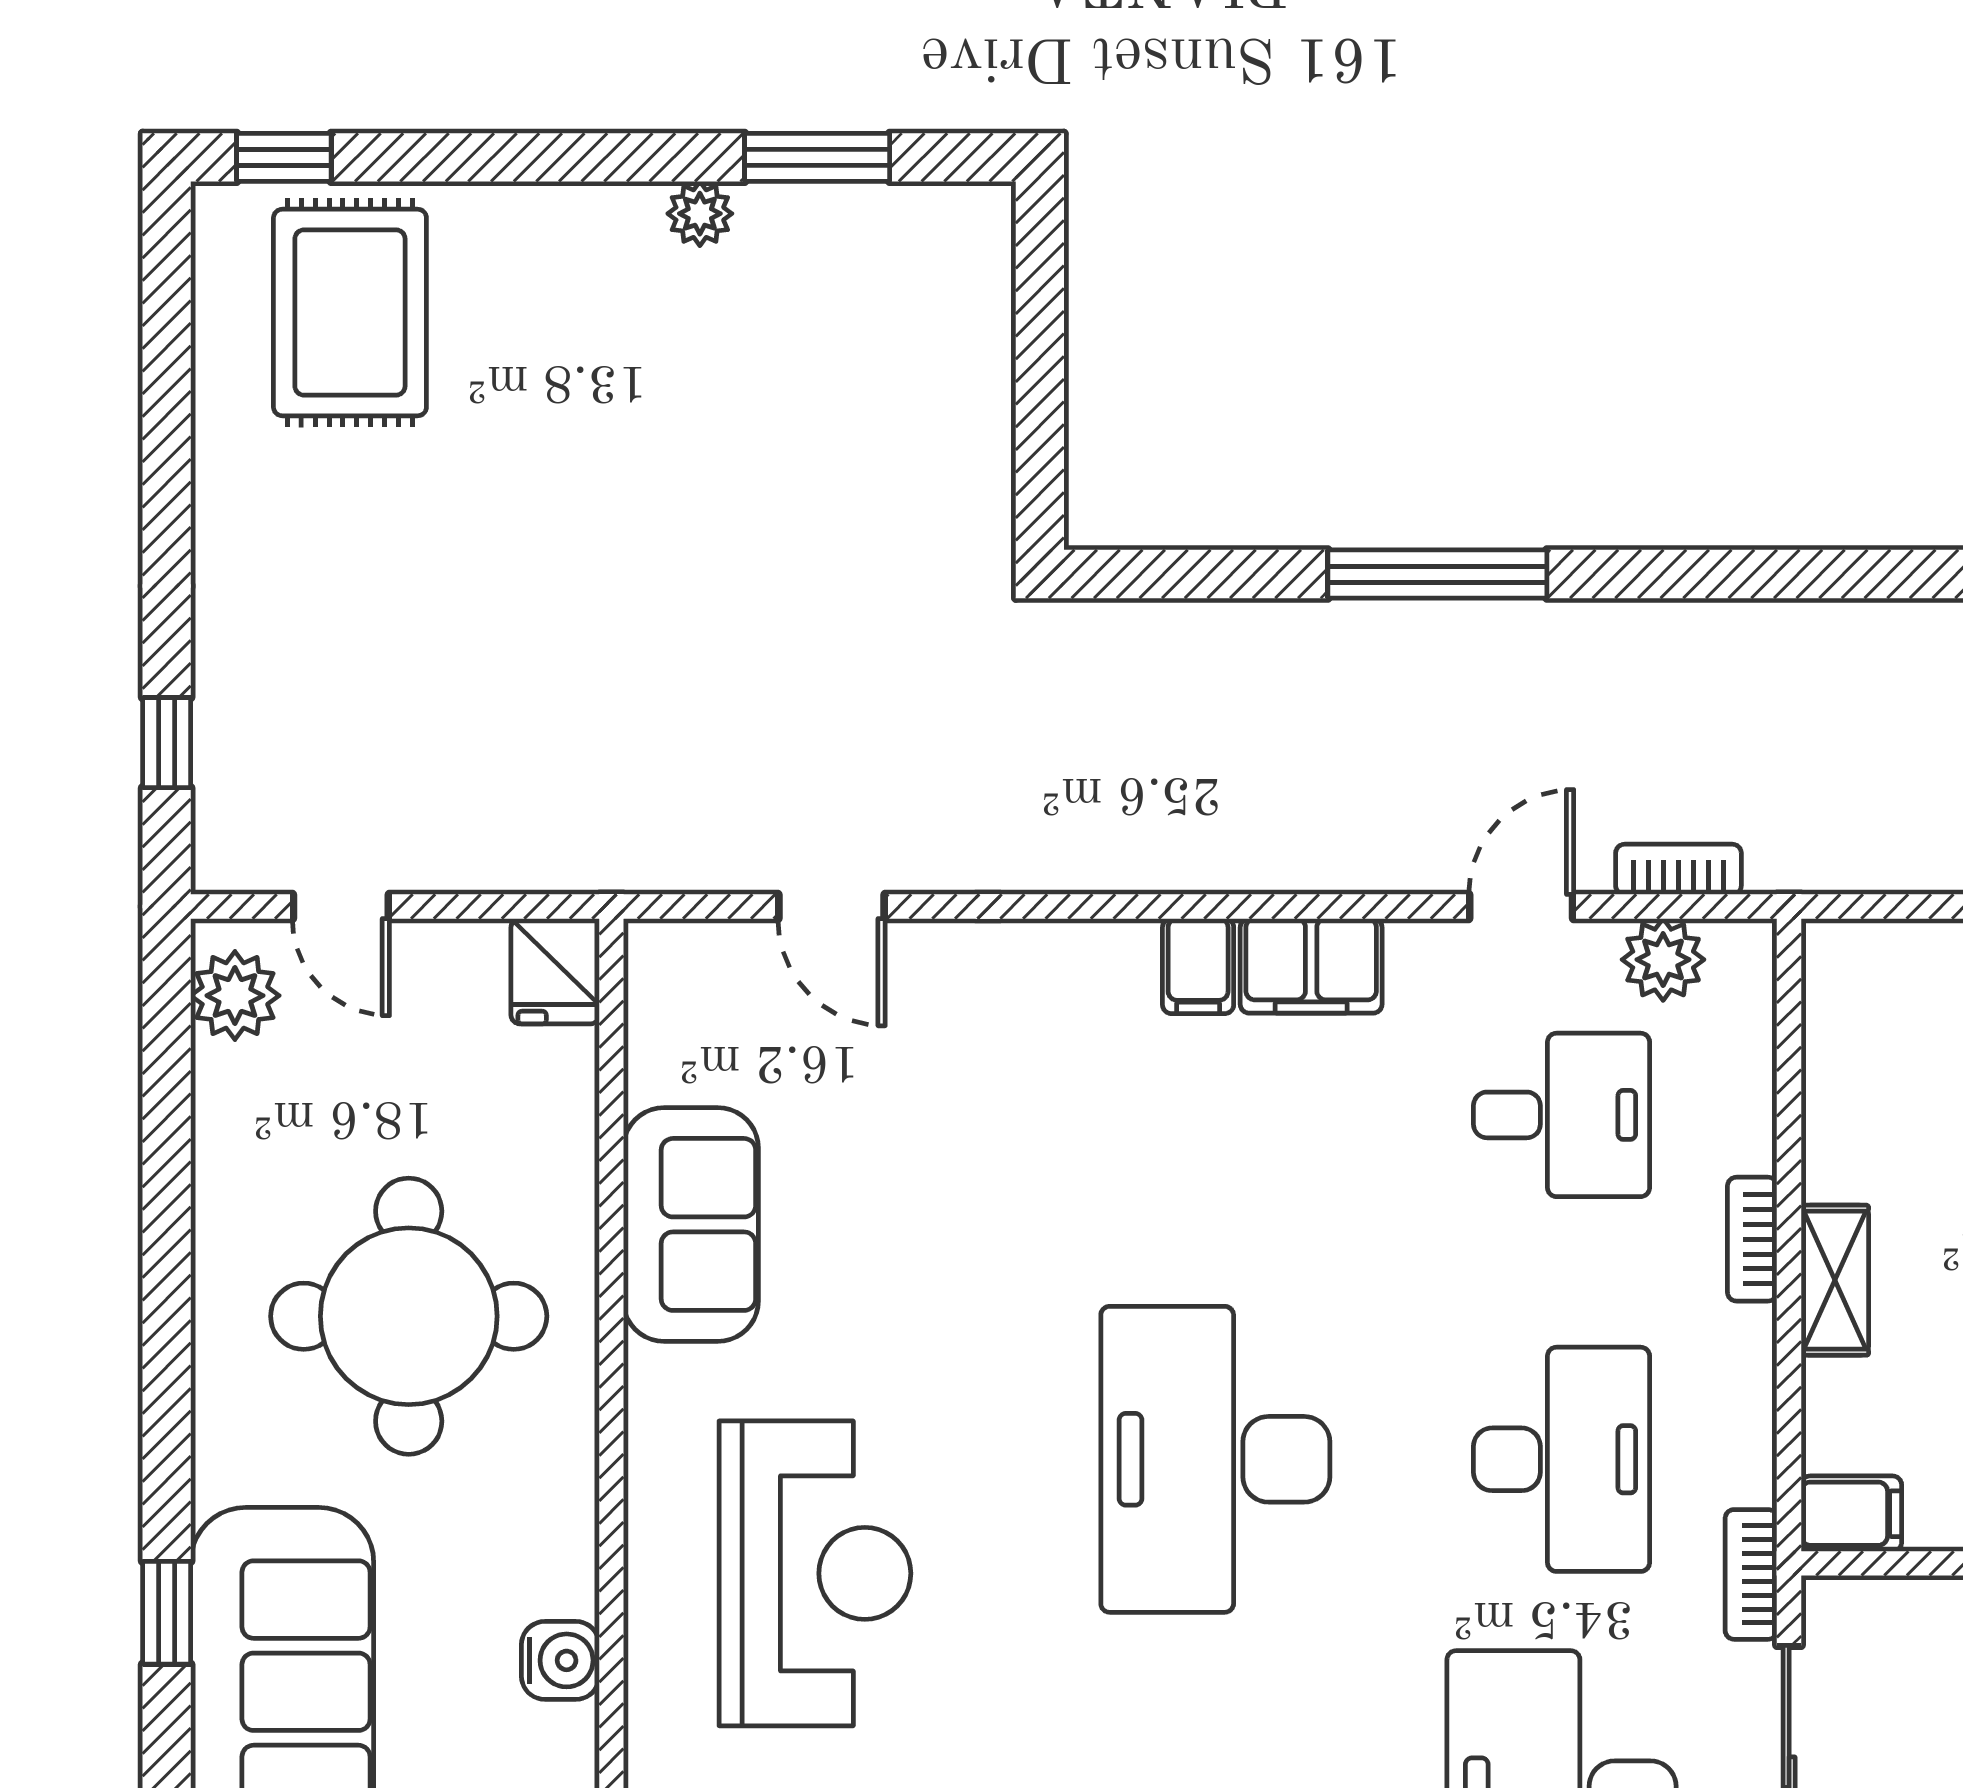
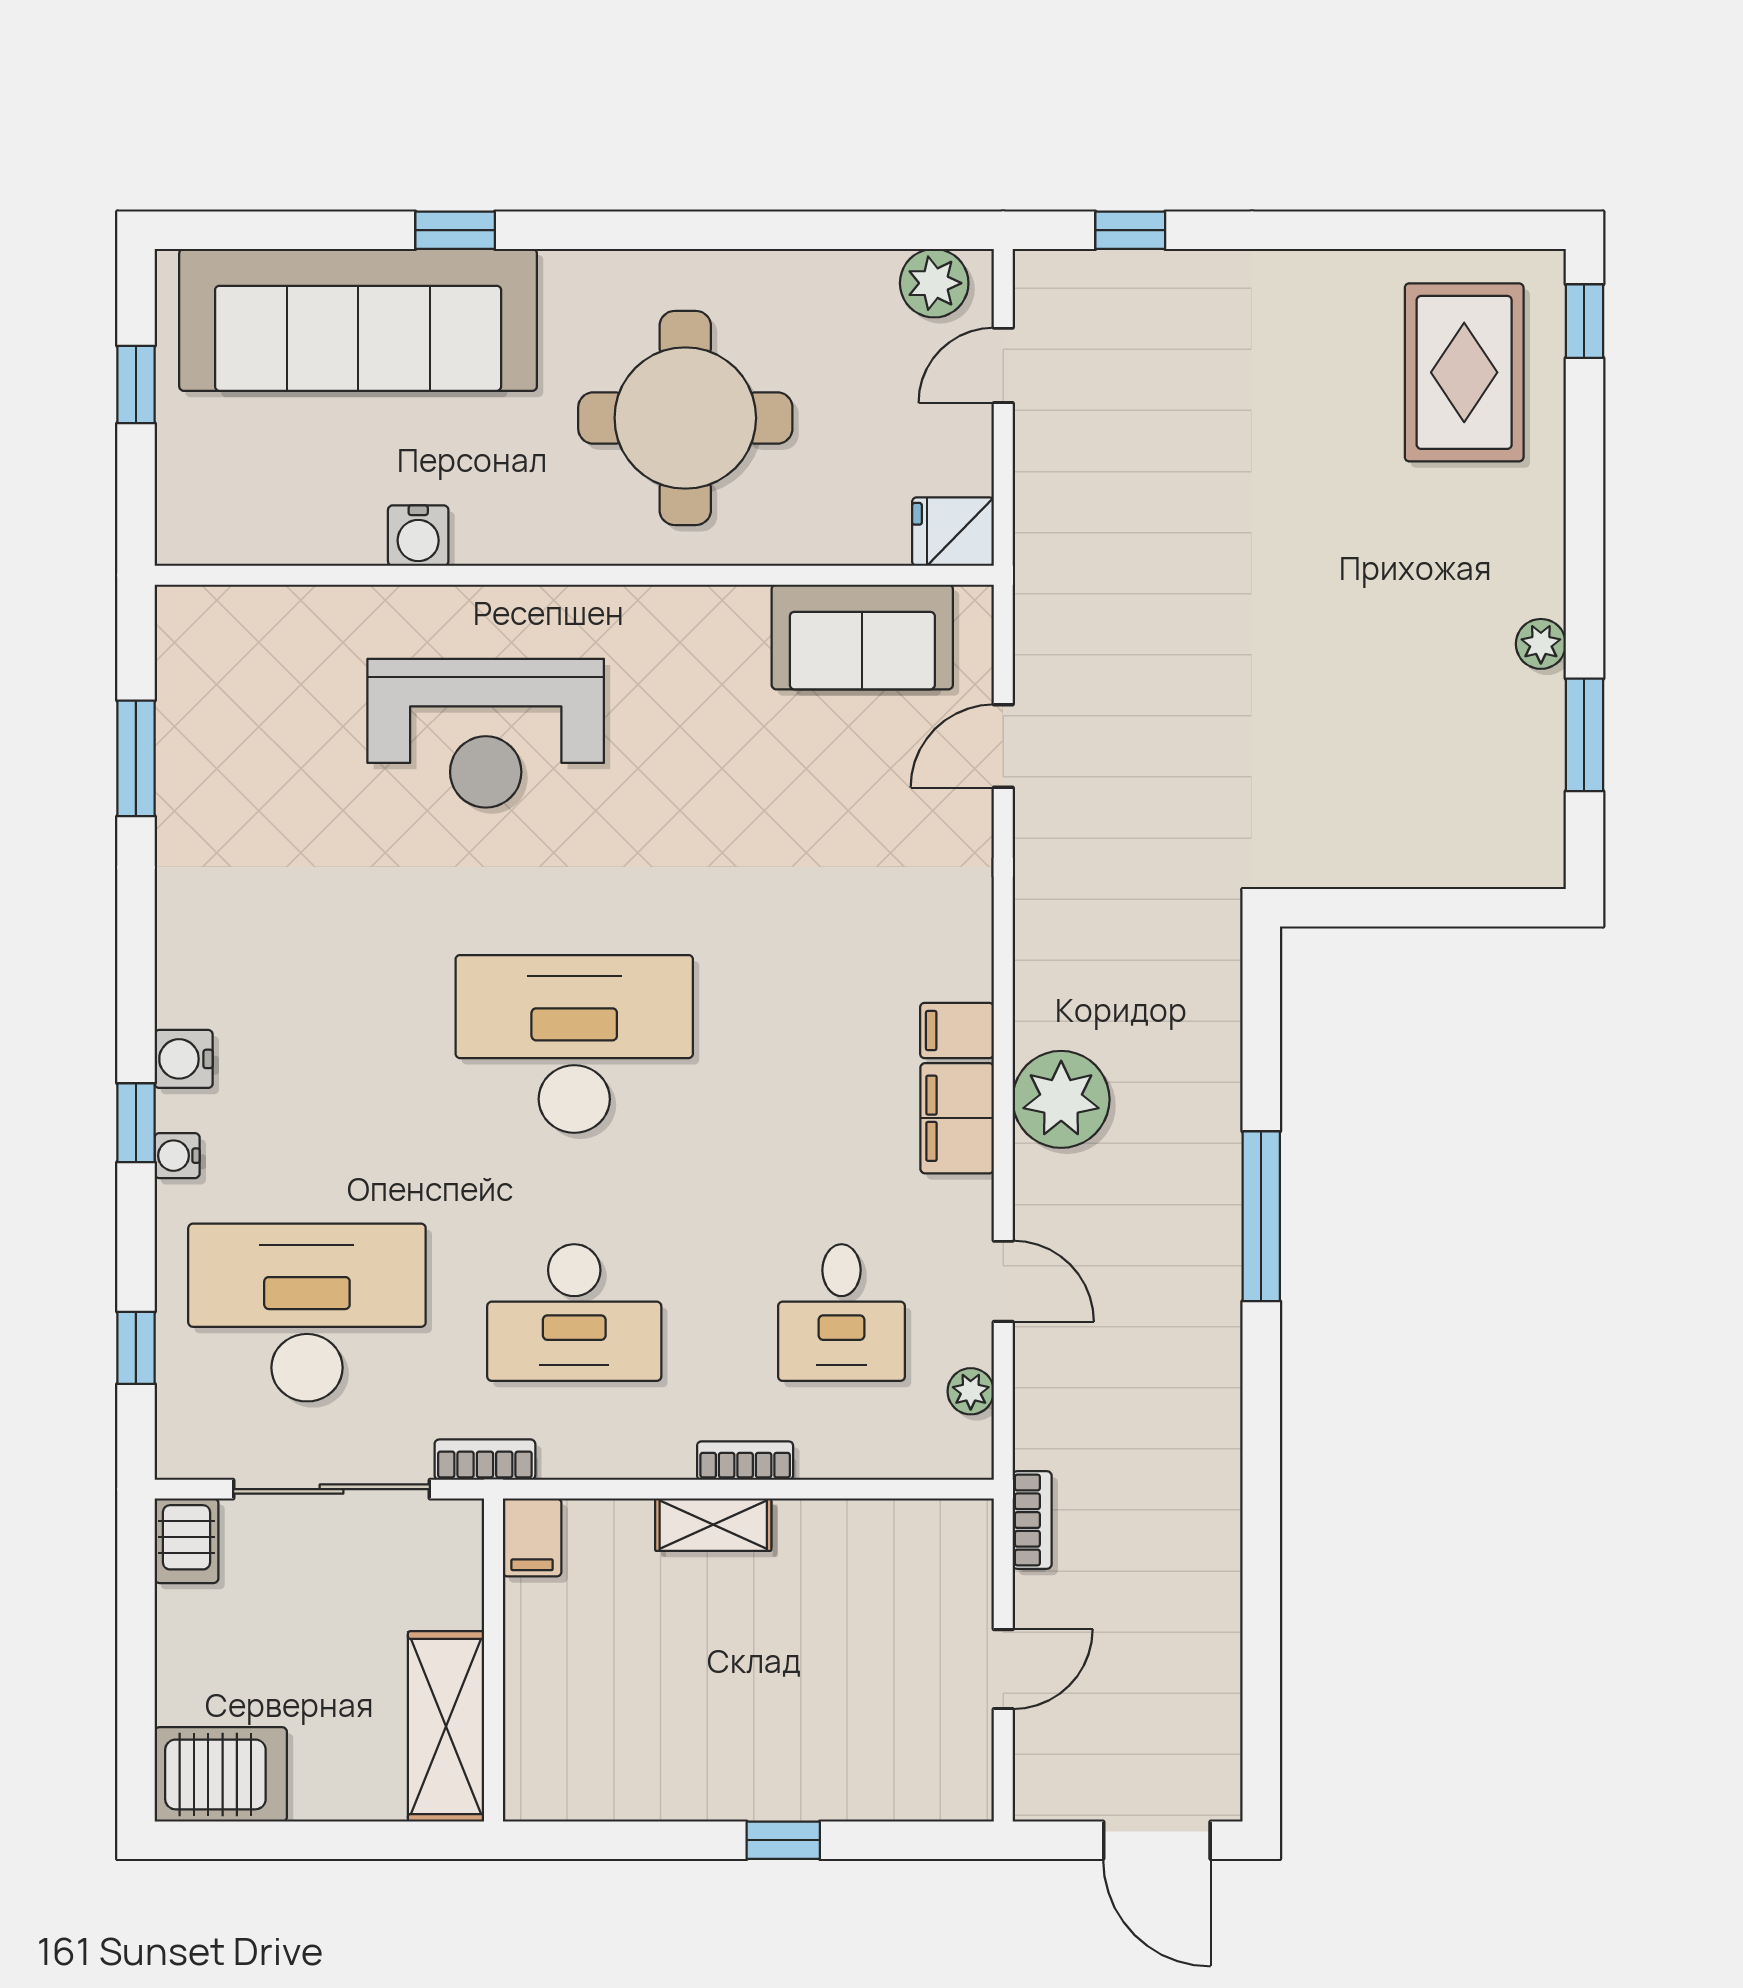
rug: (350, 312) -> (1464, 372), turned 90
plant: (1287, 832) -> (1061, 1099), added
bookcase: (1678, 869) -> (1032, 1520), moved
plant: (1663, 960) -> (971, 1391), width x0.73, depth x0.73
sofa: (691, 1224) -> (862, 637), moved

